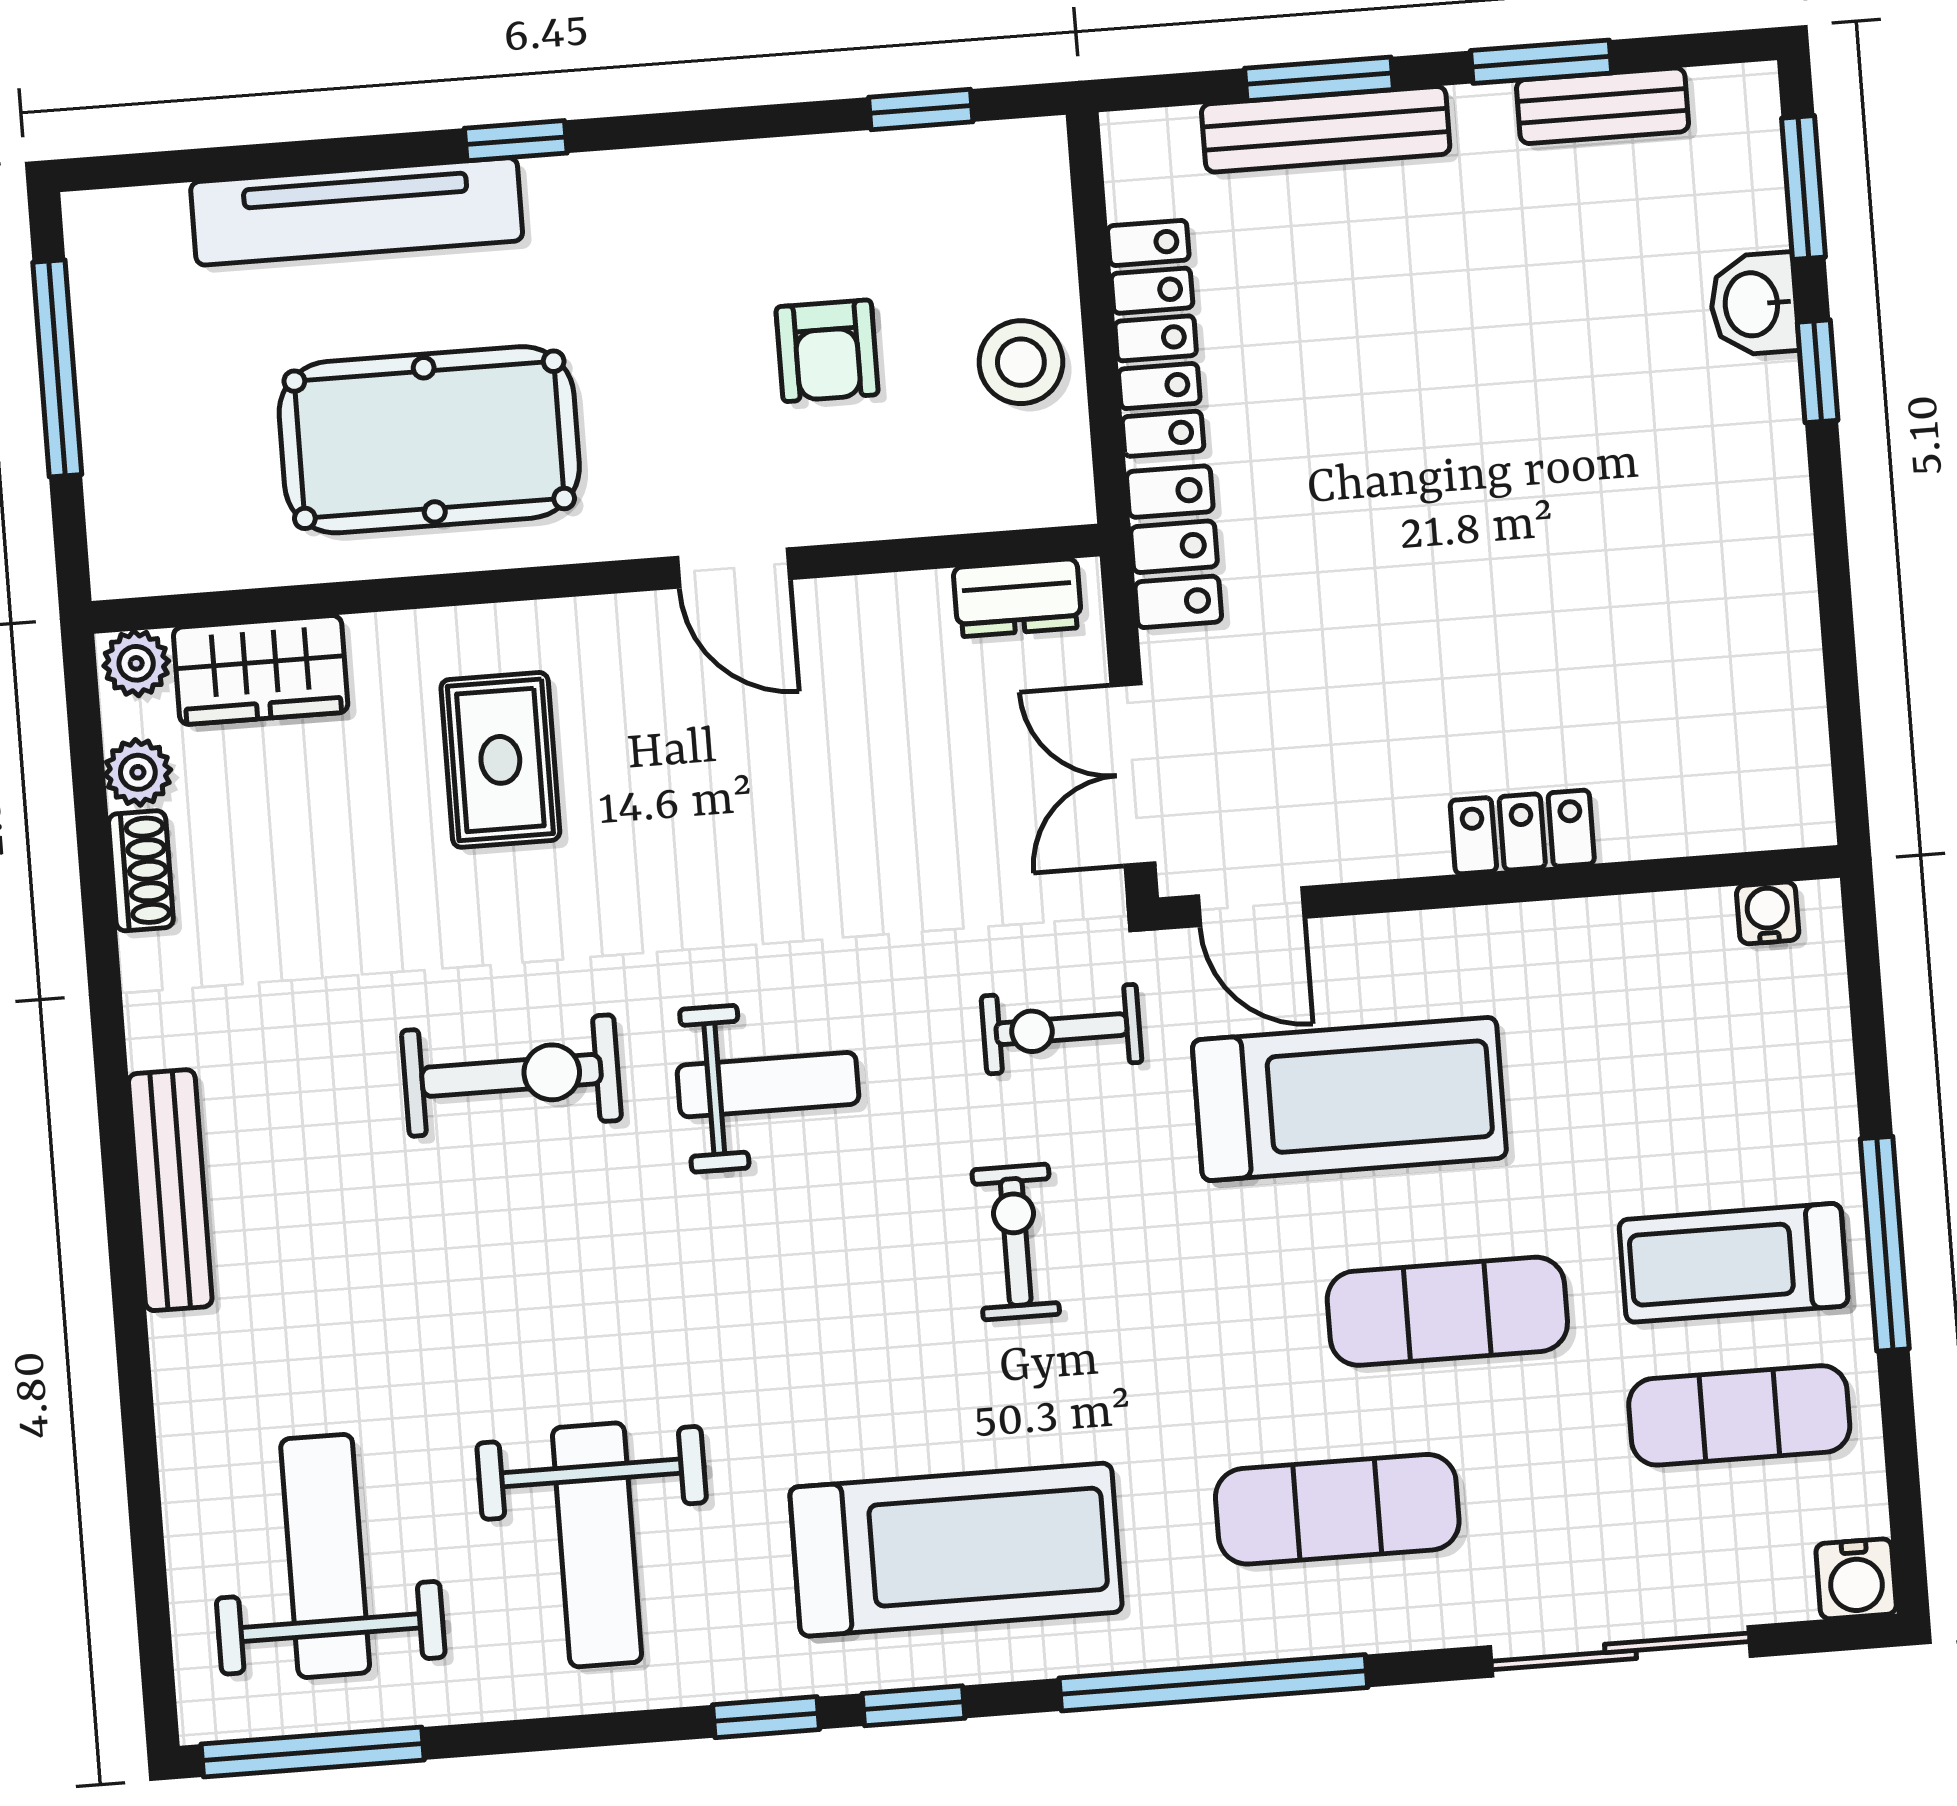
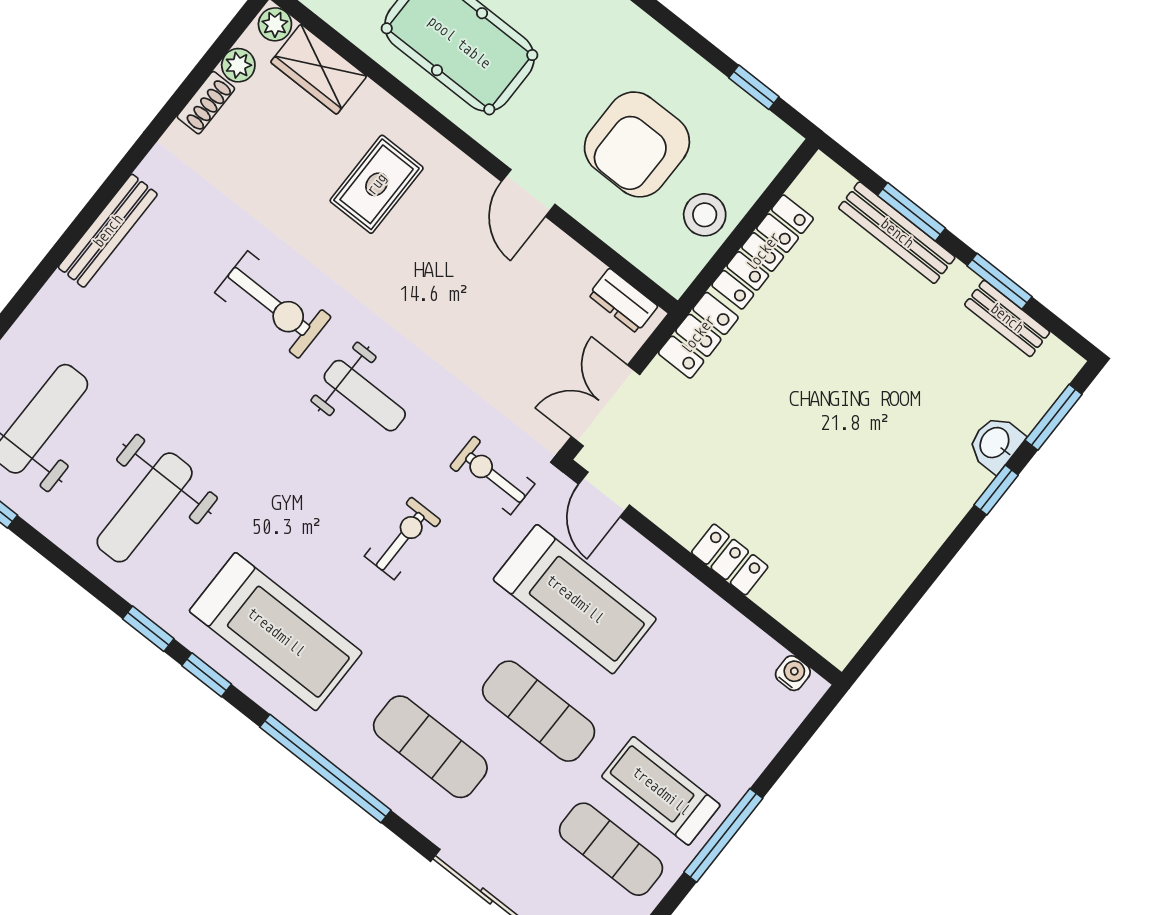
armchair: (827, 351) -> (637, 144), width x1.88, depth x1.88

